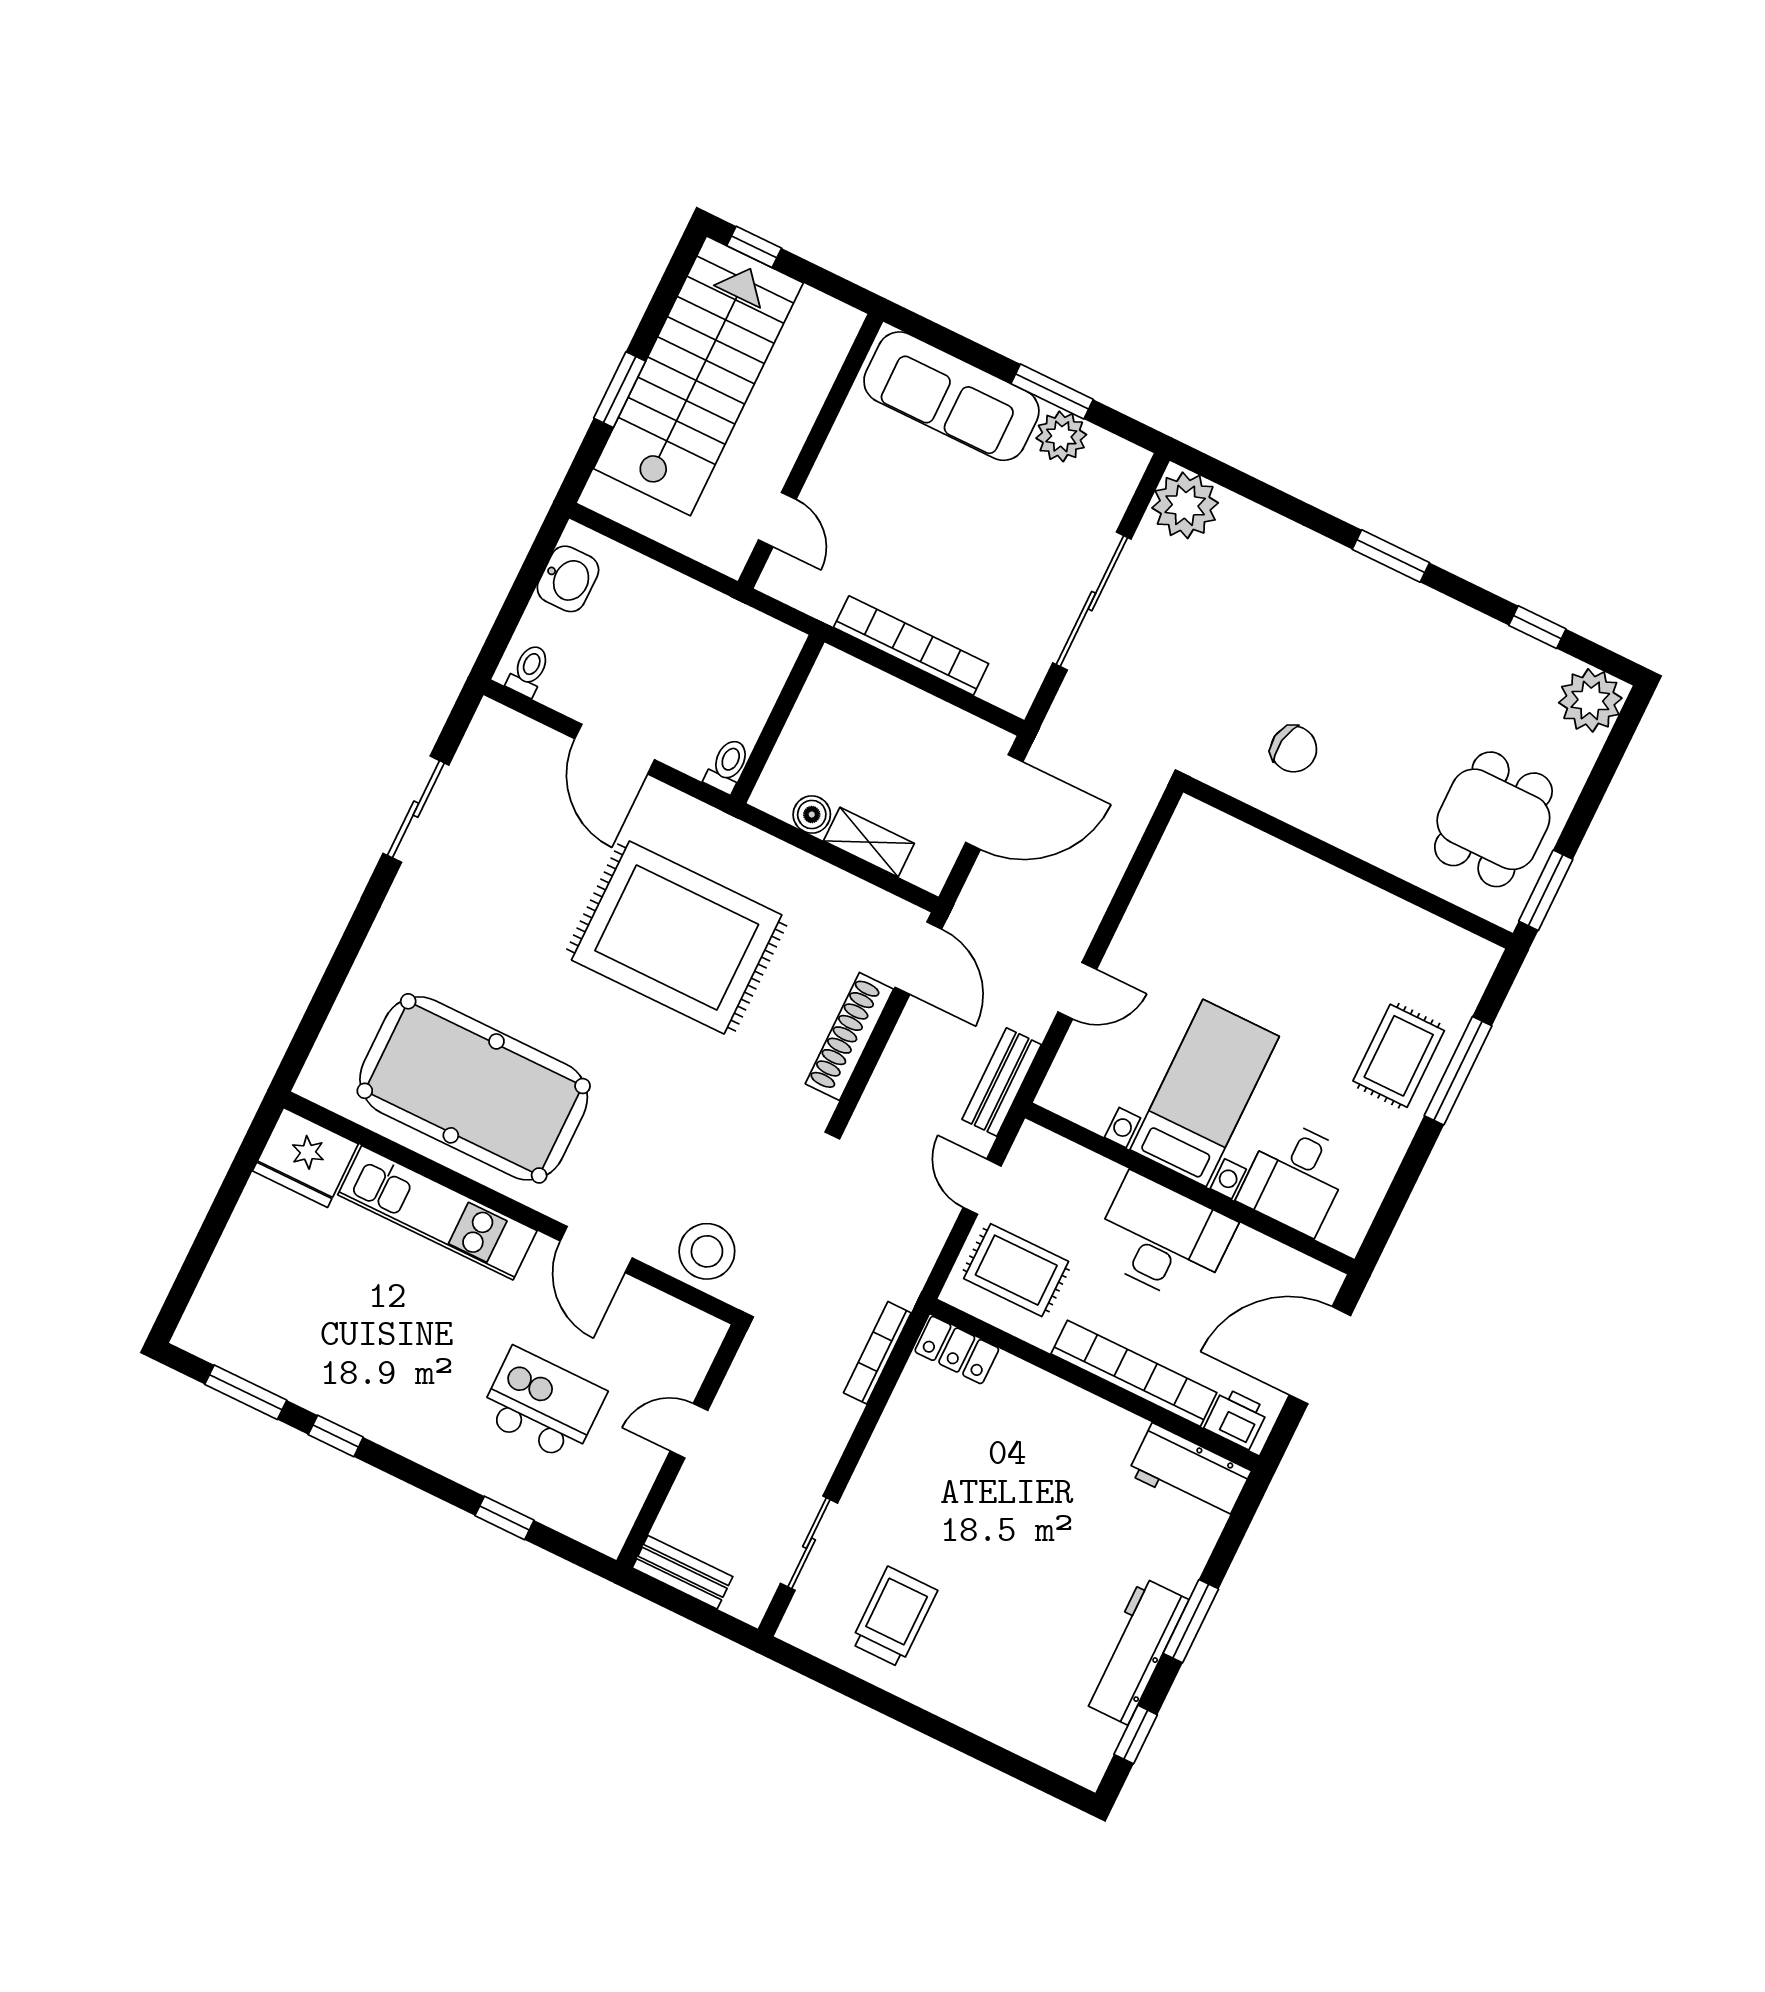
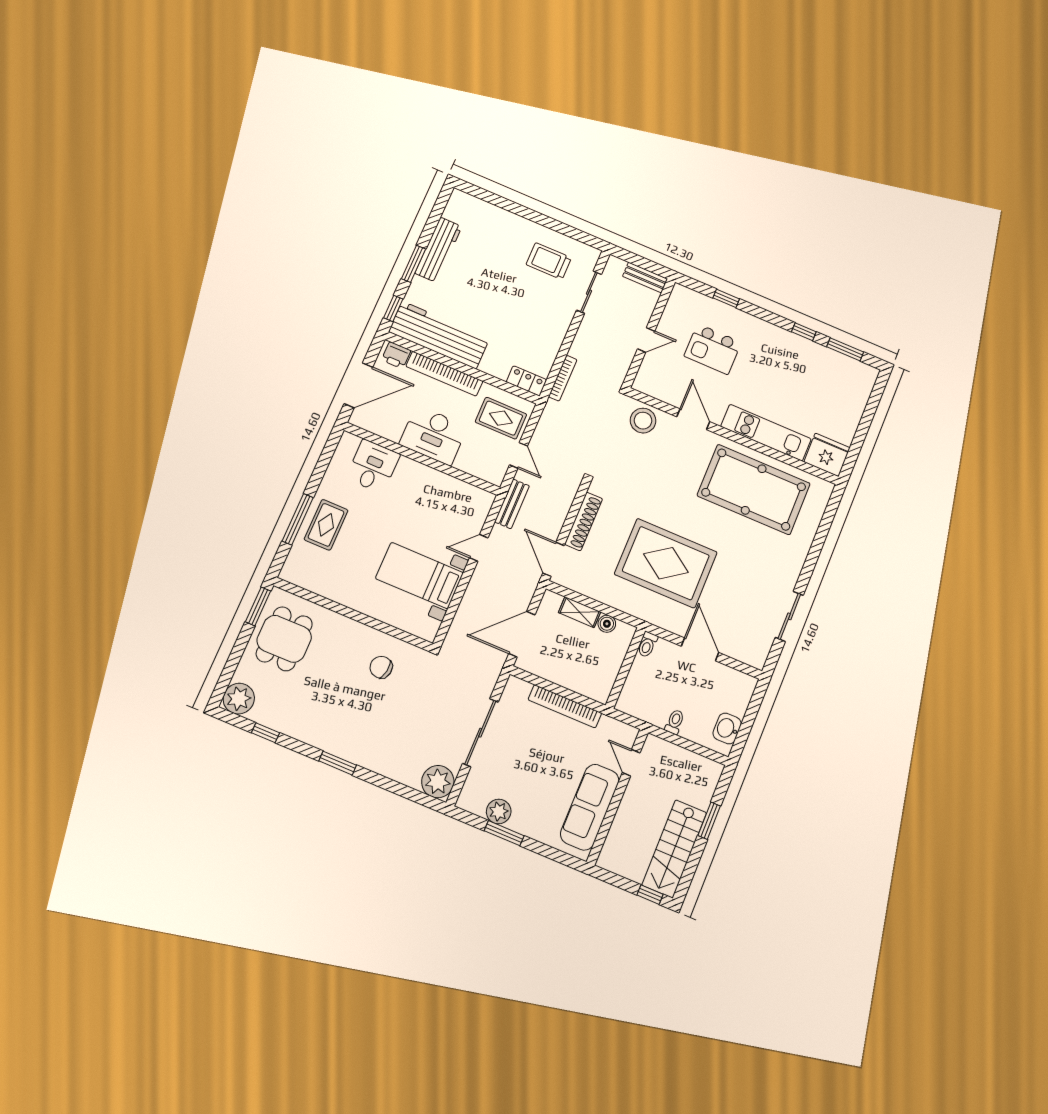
stairs: (698, 376) -> (674, 849), width x0.73, depth x0.66
sofa: (951, 396) -> (590, 807), moved, turned -90
toilet: (529, 670) -> (675, 722), moved, turned 180
bed with nightstands: (1205, 1093) -> (419, 576), moved, turned 90
workbench: (1189, 1472) -> (439, 335), width x1.88, depth x1.32
trolley: (894, 1617) -> (549, 261), turned 90
window: (1136, 1735) -> (393, 308), moved

